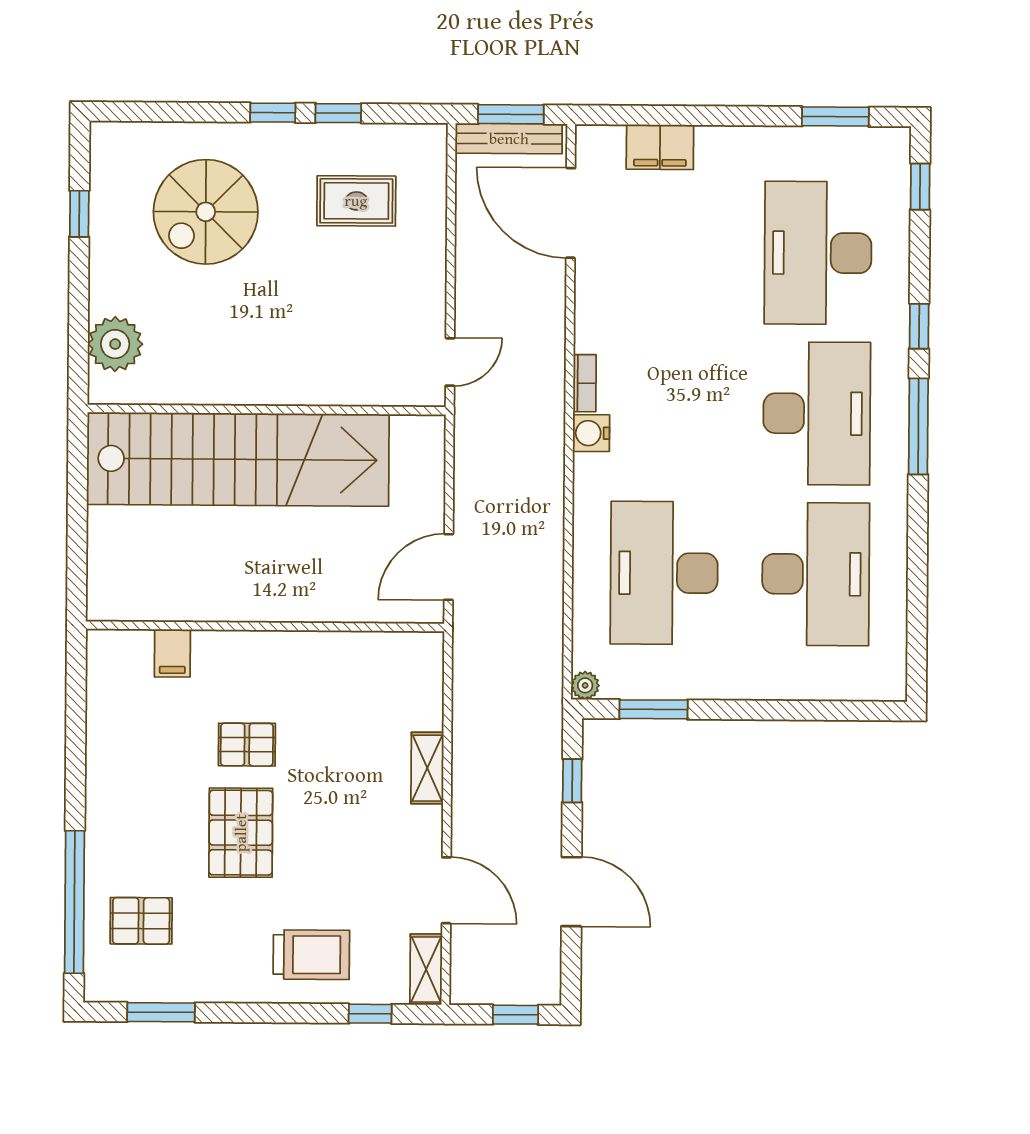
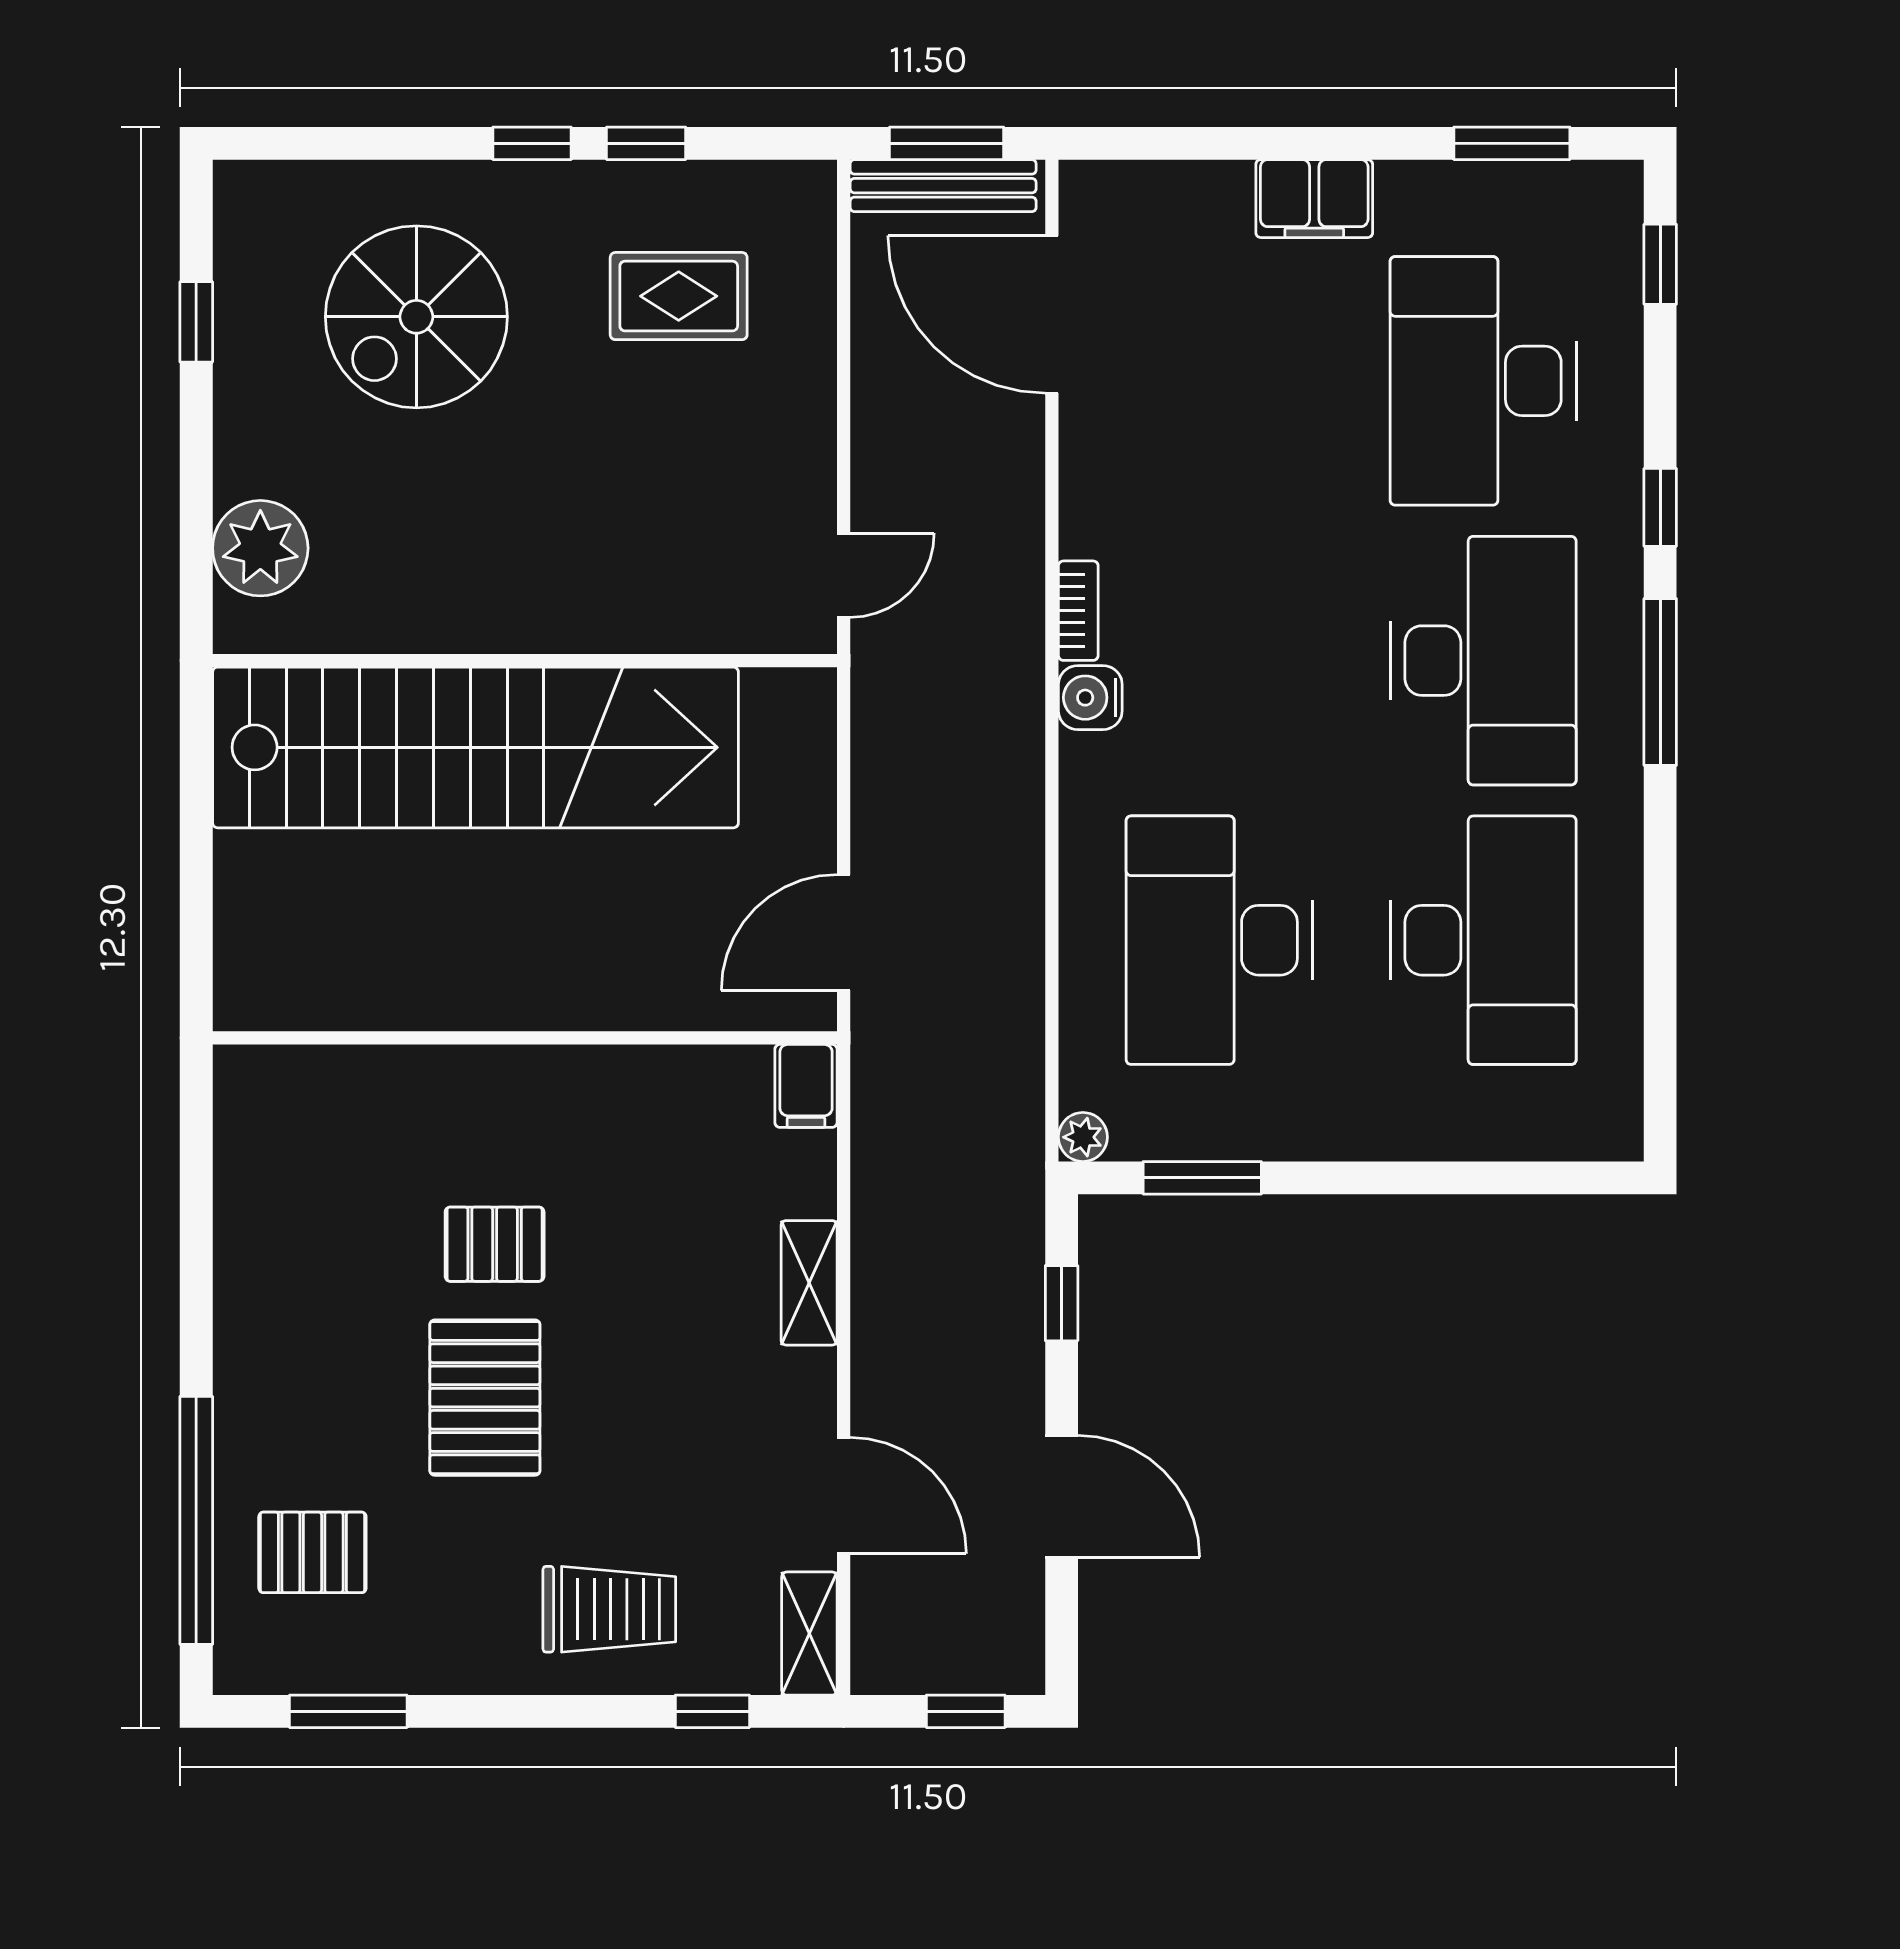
filing cabinet: (660, 147) -> (1314, 199), moved
filing cabinet: (172, 653) -> (806, 1086), moved

